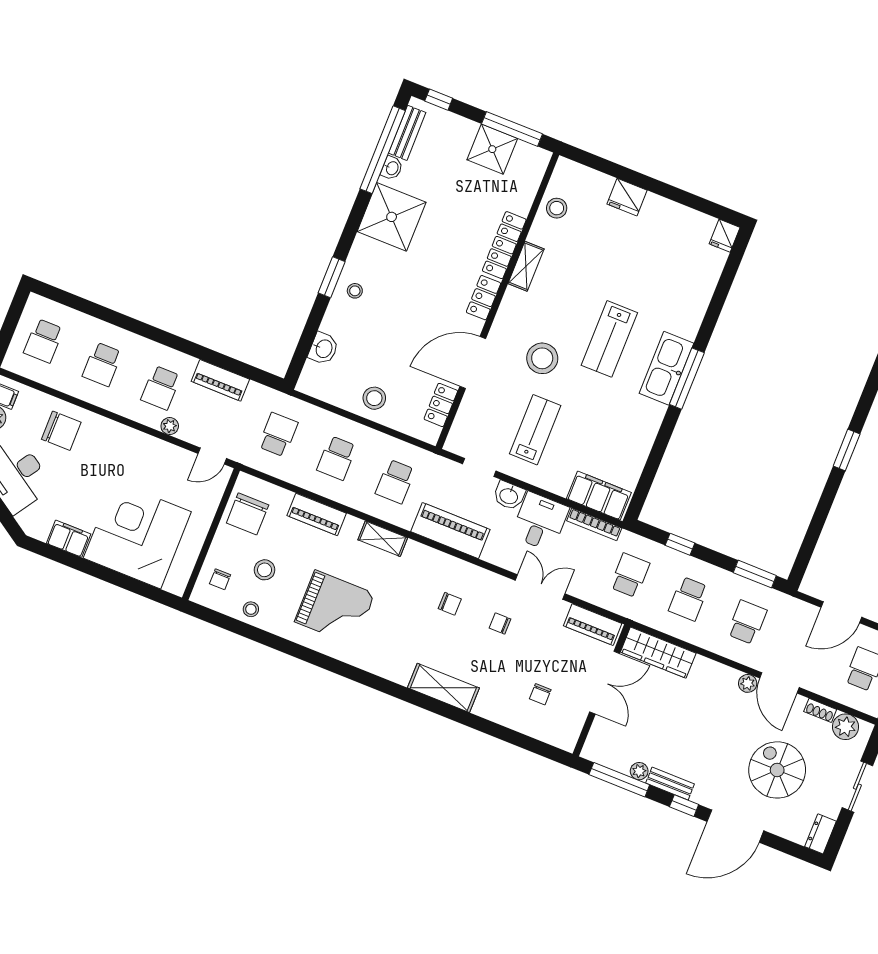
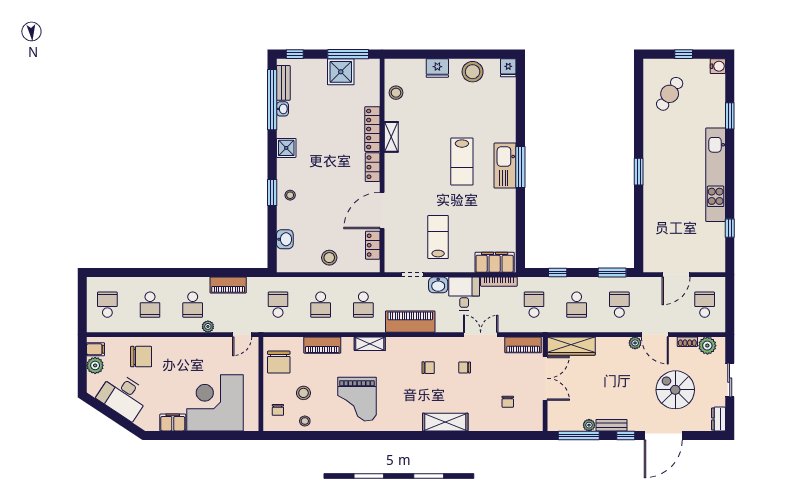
shower: (392, 217) -> (286, 148), width x0.54, depth x0.54
school desk: (44, 341) -> (107, 305), turned 180
stool: (542, 358) -> (473, 72), moved
grand piano: (335, 608) -> (357, 399), turned 90

